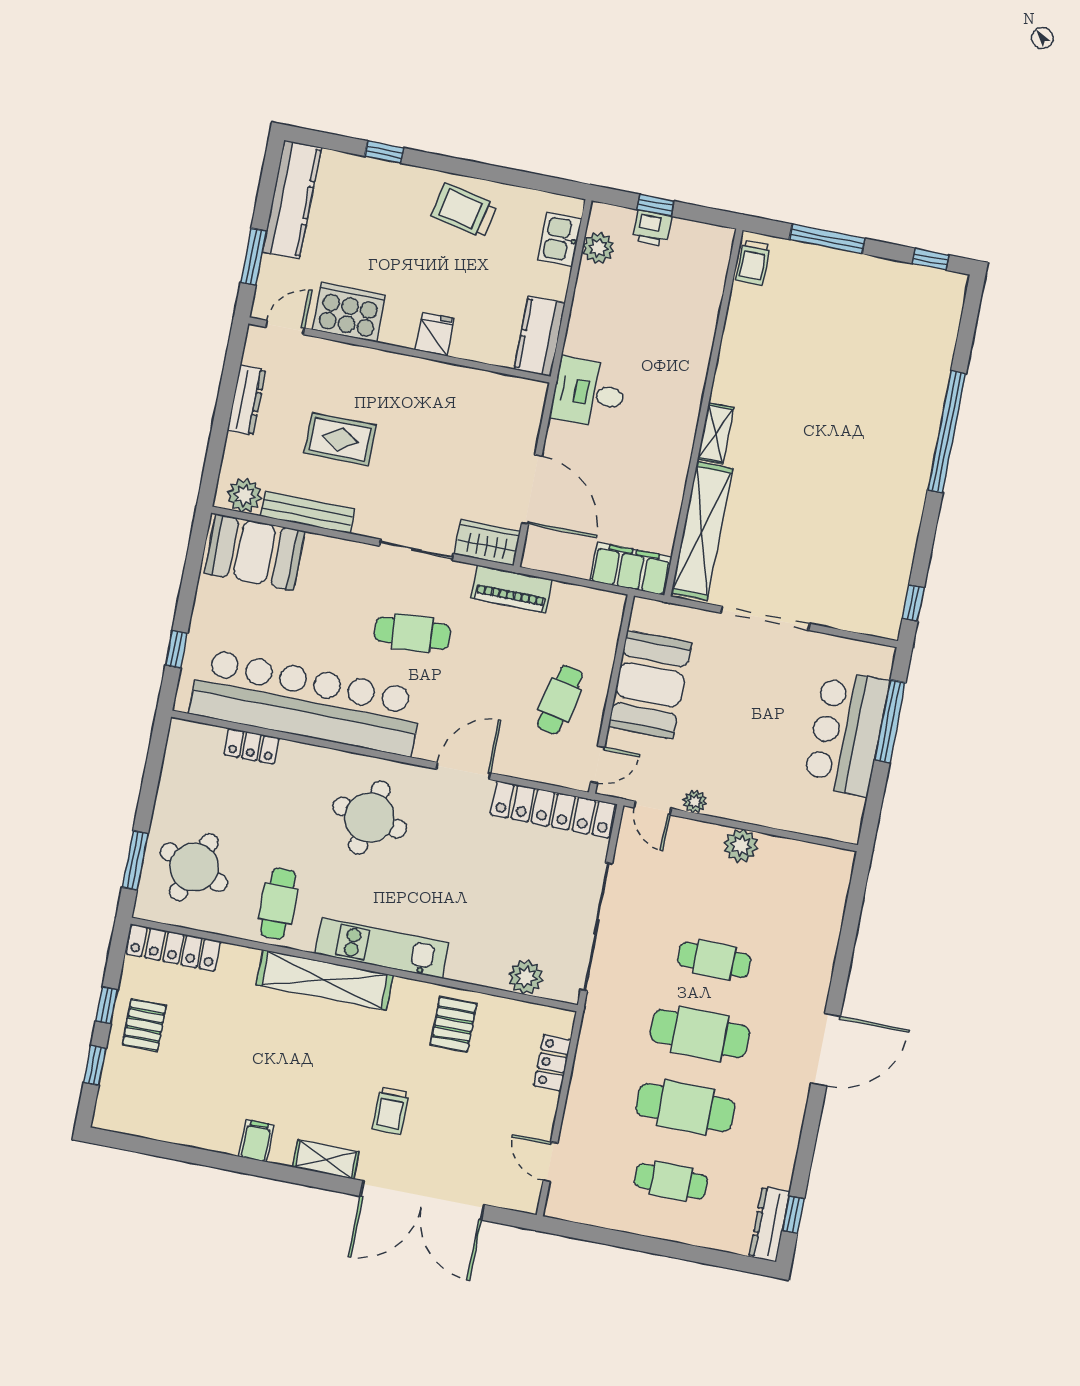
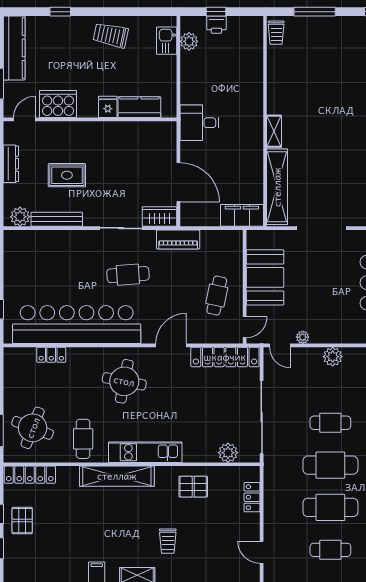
kitchen counter: (540, 336) -> (139, 107), moved, turned 90
booth: (255, 552) -> (32, 247), removed
pallet: (454, 1024) -> (193, 487), turned 90

